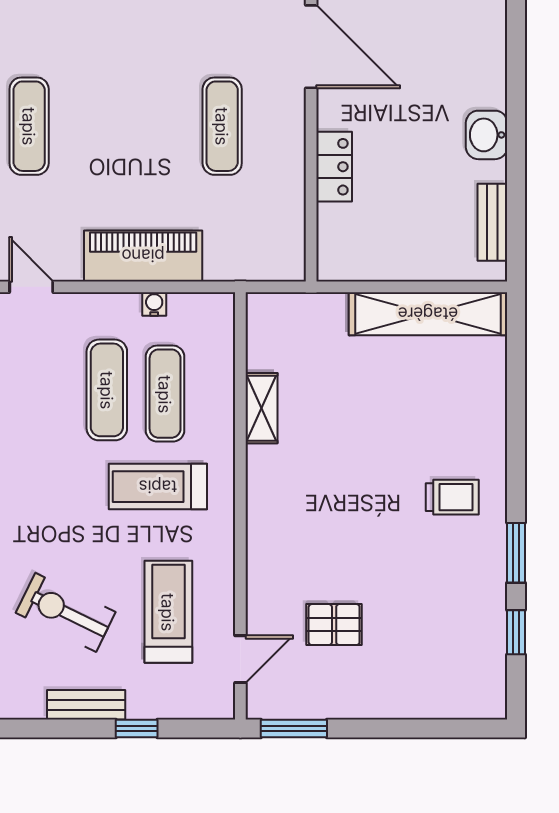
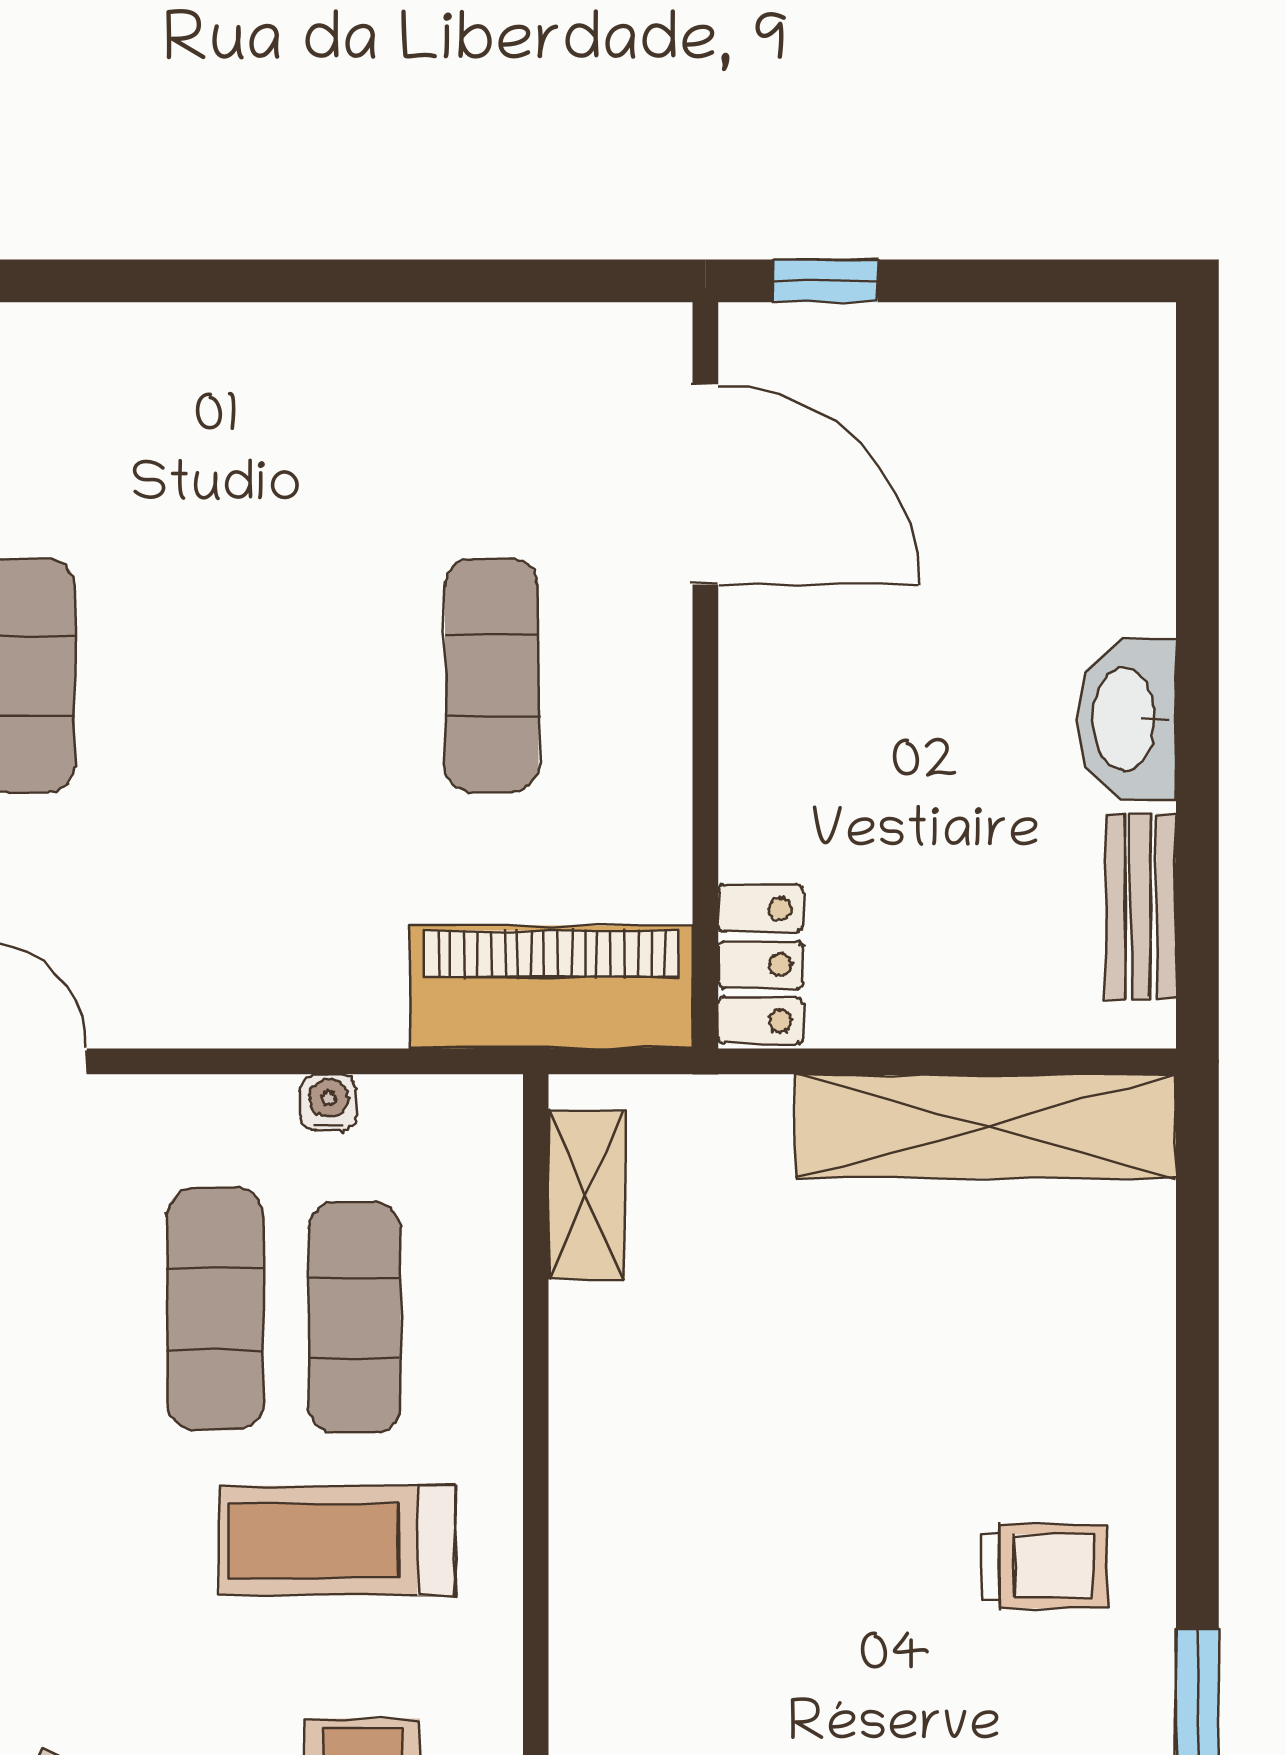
washbasin: (487, 135) -> (1127, 719), width x1.38
locker: (334, 167) -> (761, 965), moved
piano: (143, 256) -> (551, 987), moved
shelving: (262, 408) -> (586, 1195), moved

